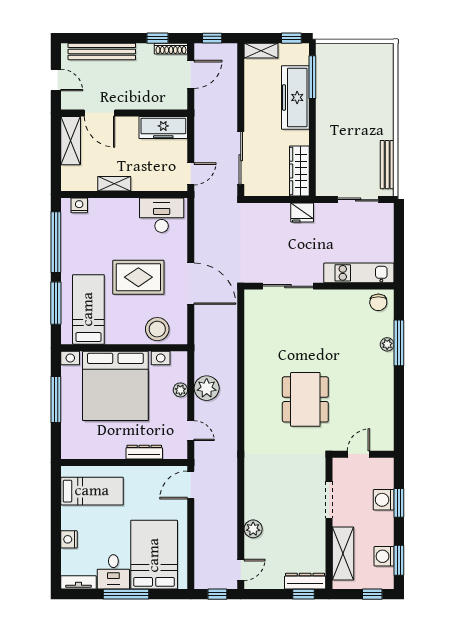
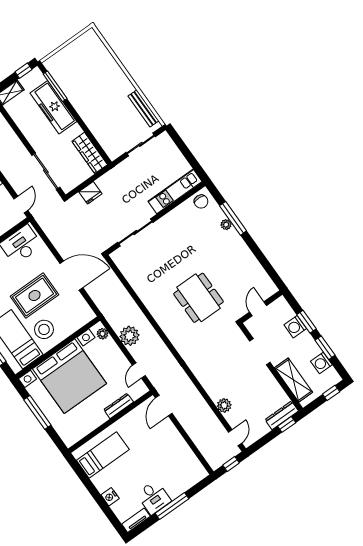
fridge: (302, 213) -> (90, 193), moved
stool: (157, 329) -> (44, 329), moved
plant: (180, 390) -> (103, 334), moved
door: (191, 431) -> (139, 371), swing flipped
bed: (154, 555) -> (172, 468), removed
window: (399, 560) -> (325, 348), moved

